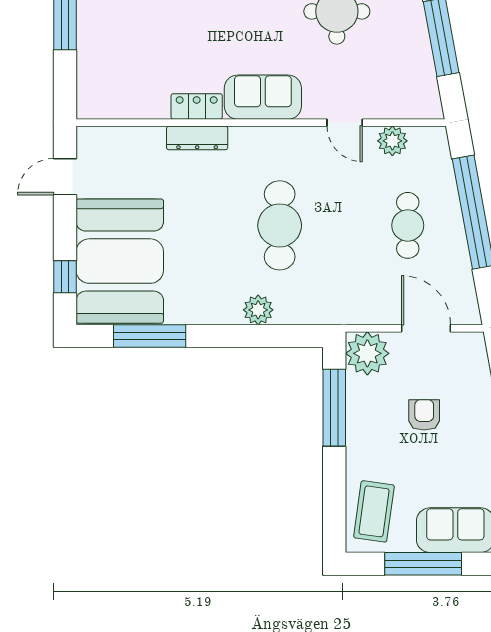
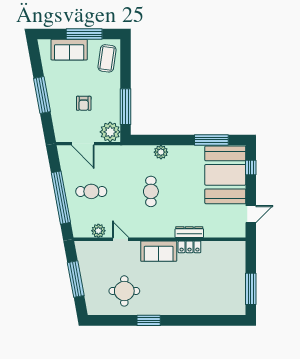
cafe table: (280, 225) -> (151, 191), width x0.73, depth x0.74
cafe table: (408, 225) -> (91, 191), turned 90

